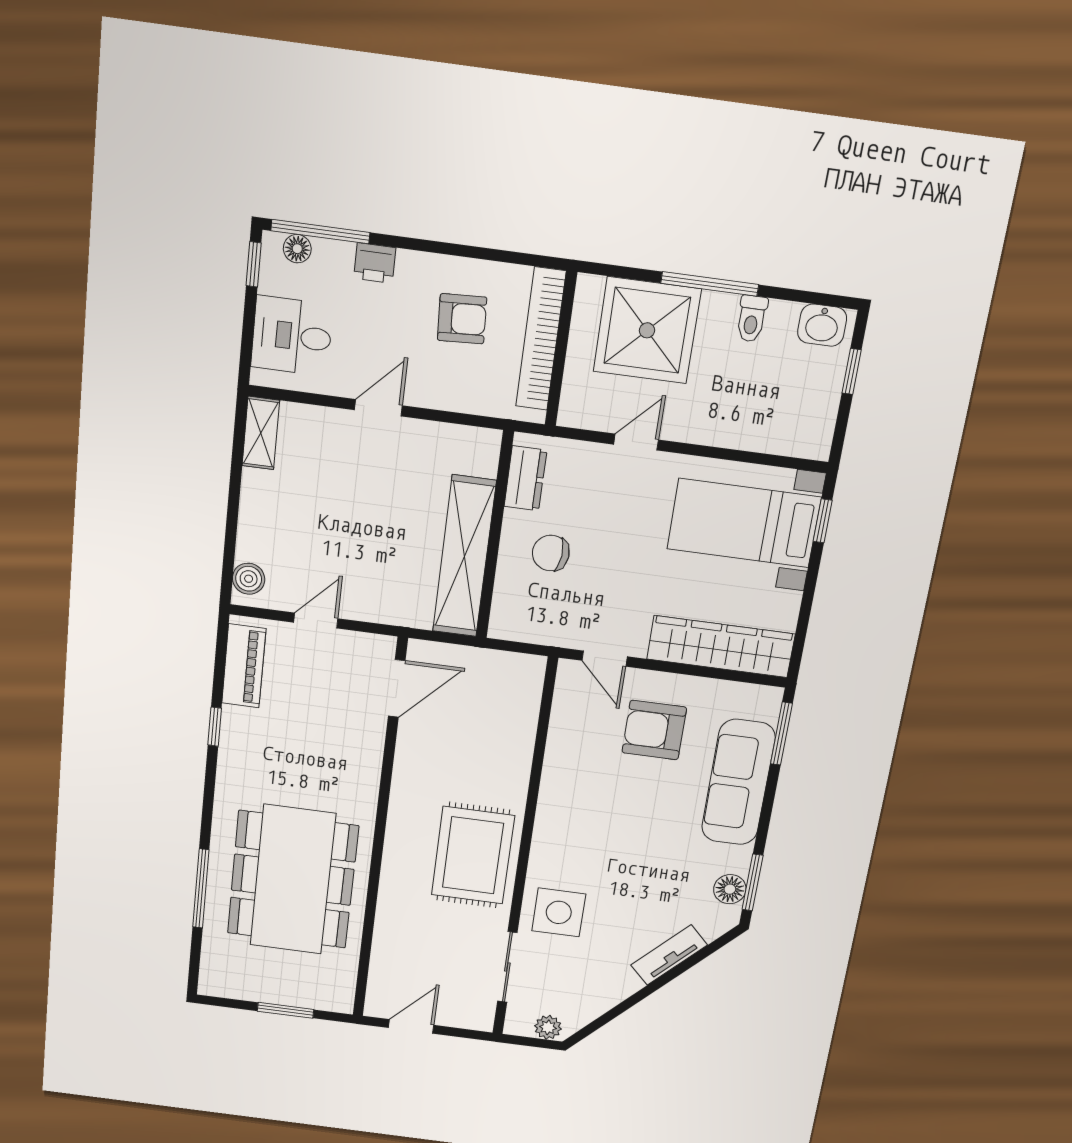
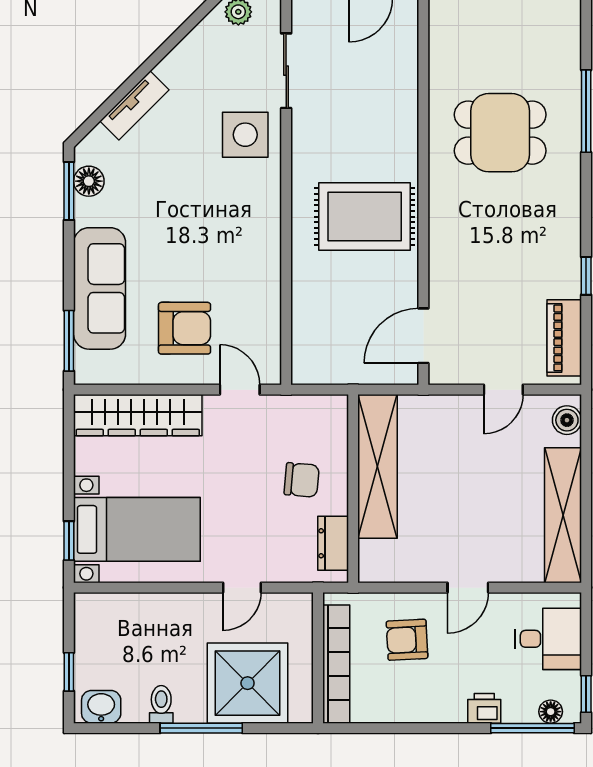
armchair: (462, 319) -> (407, 640), moved
shelving: (261, 433) -> (563, 515), width x2.20, depth x1.33
rug: (473, 855) -> (365, 217), moved, turned 90
dining table: (293, 880) -> (500, 133), width x0.53, depth x0.80

